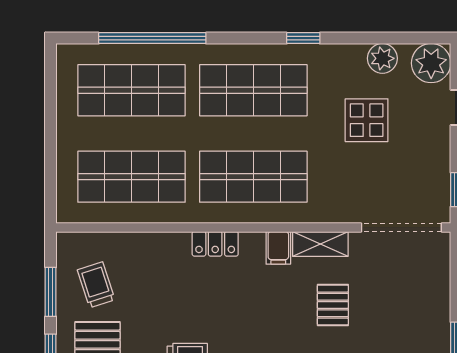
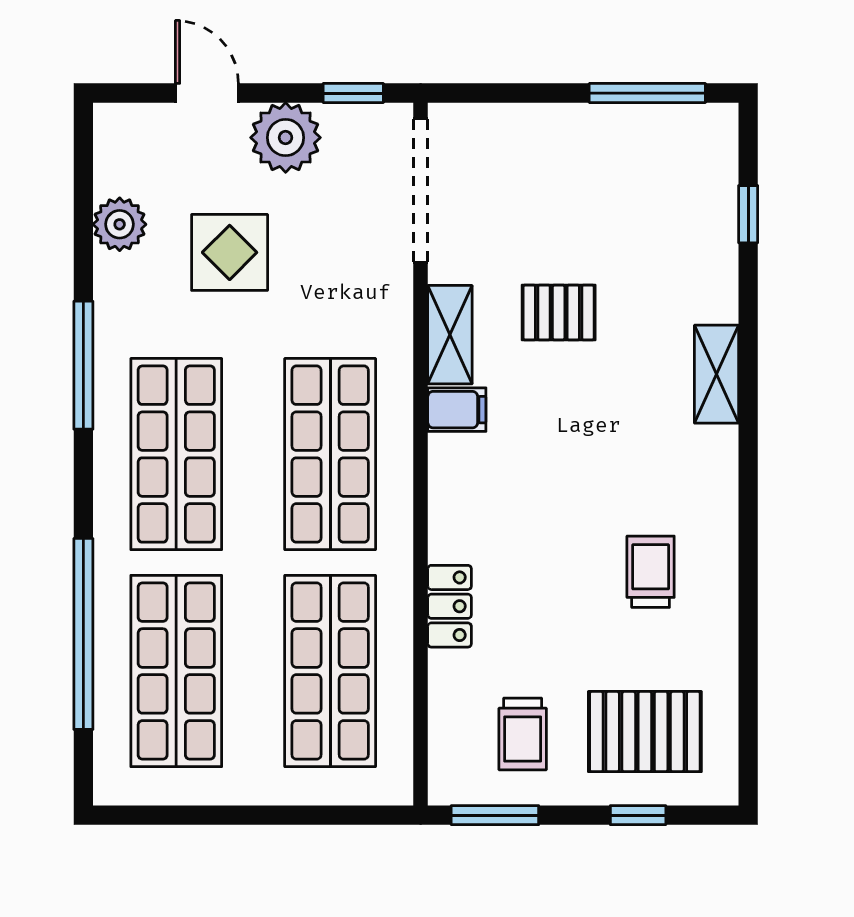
window: (303, 38) -> (83, 365), width x2.17
plant: (431, 63) -> (286, 138), moved
locker: (215, 244) -> (450, 606), moved
trolley: (96, 285) -> (523, 734), turned -72
window: (51, 292) -> (495, 815), moved

